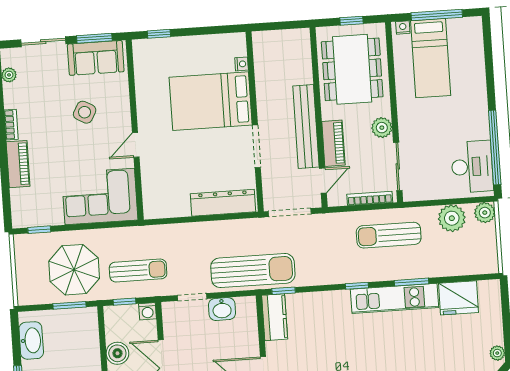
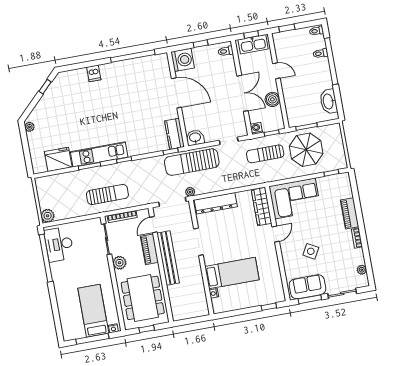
bed: (211, 101) -> (232, 273), width x0.67
wardrobe: (153, 190) -> (262, 207), added
plant: (452, 218) -> (190, 192), moved, width x0.53, depth x0.53
washbasin: (222, 309) -> (195, 138), moved

